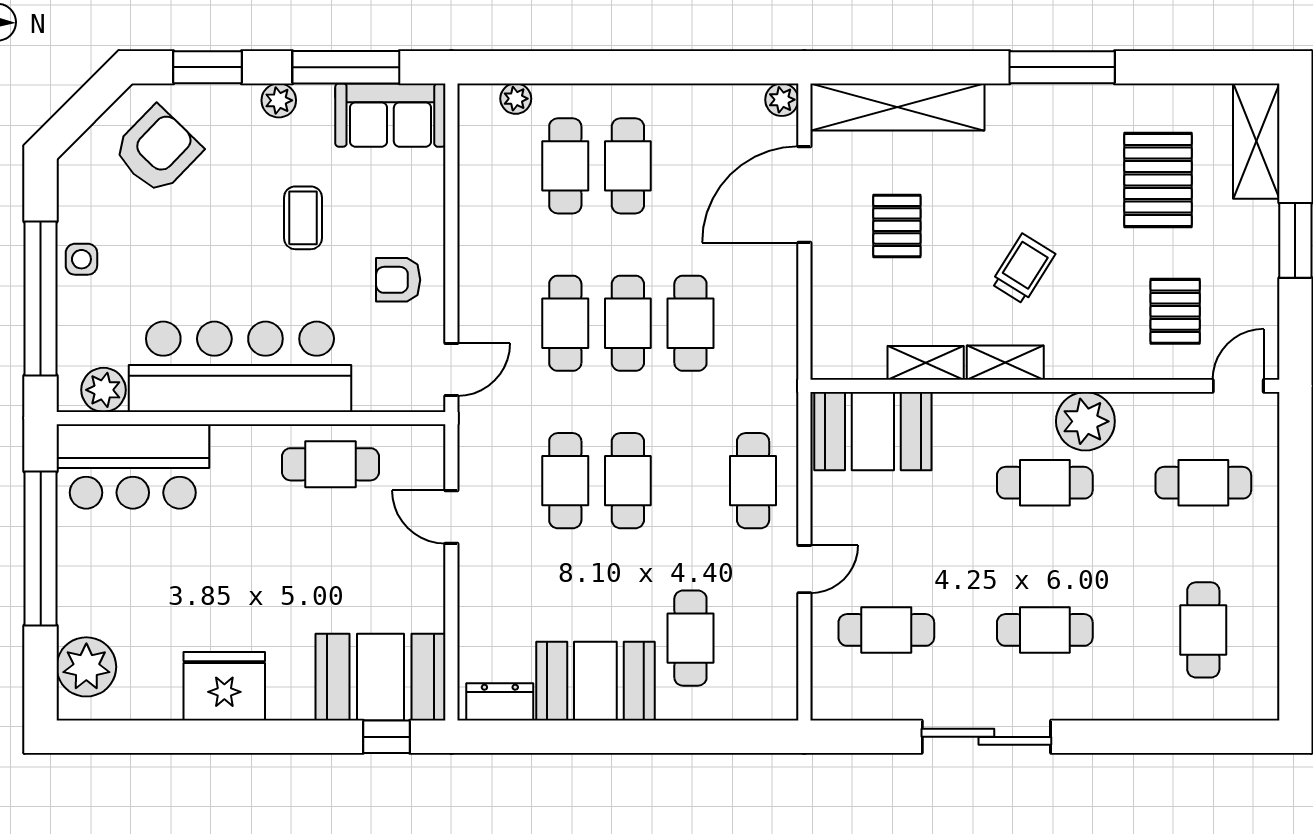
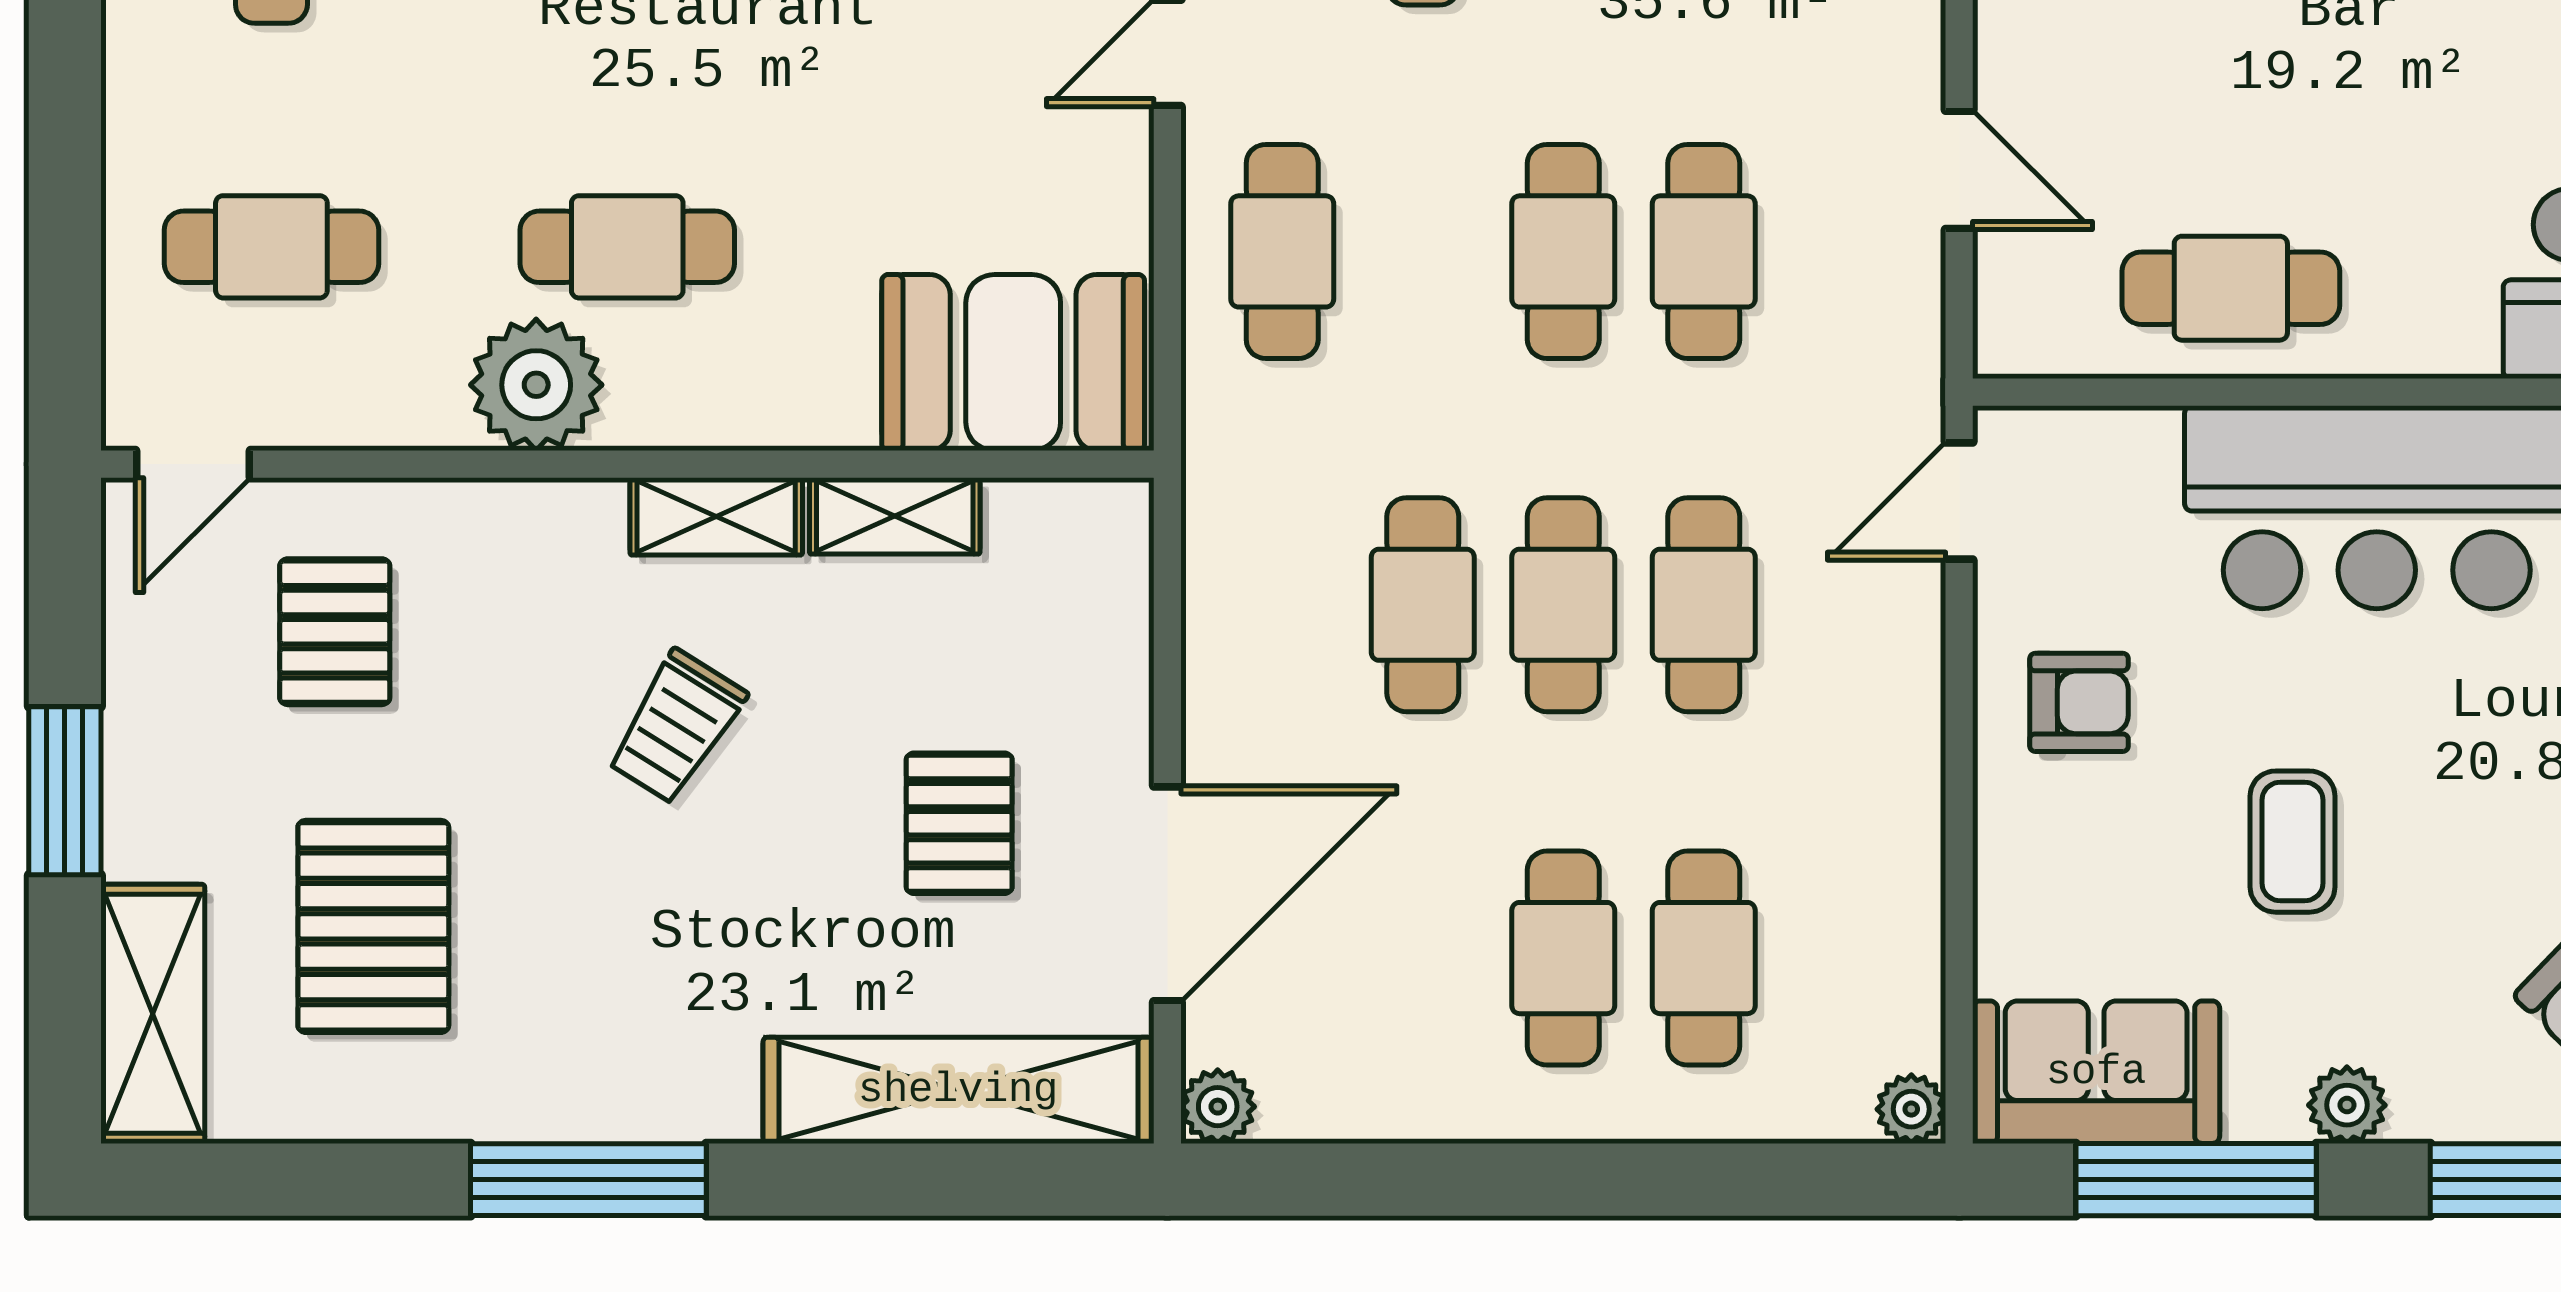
plant: (516, 99) -> (1911, 1109), moved

